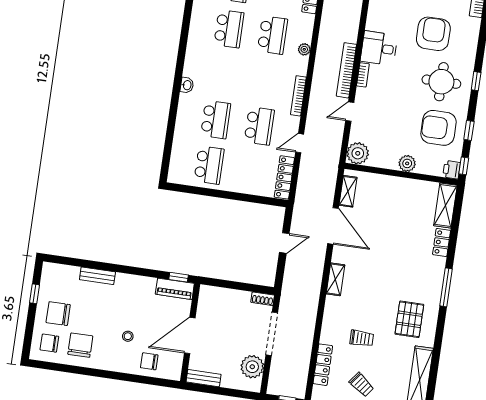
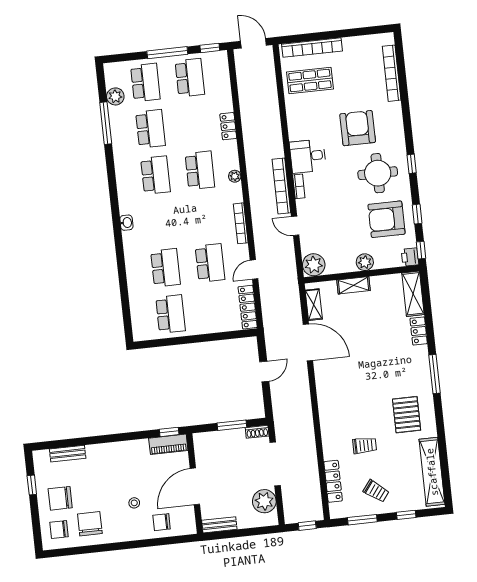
washbasin: (187, 85) -> (126, 223), moved
door: (350, 112) -> (295, 226), hinge flipped
bench: (97, 276) -> (68, 454), moved
shelving: (335, 279) -> (354, 285), moved, turned 90
window: (240, 286) -> (232, 425), added

